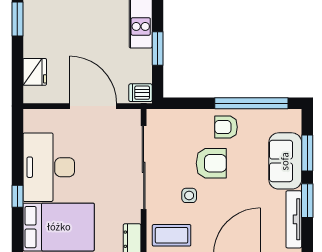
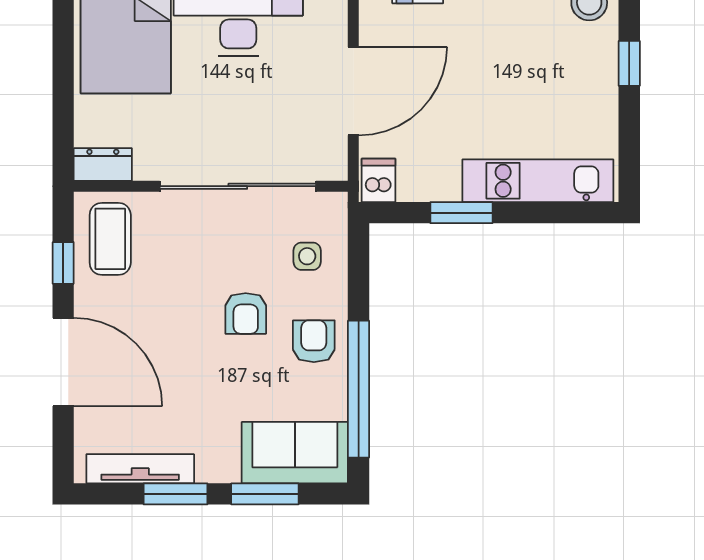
sofa: (285, 161) -> (295, 453), moved
armchair: (211, 163) -> (246, 313), width x0.72, depth x0.72
side table: (189, 195) -> (307, 256), moved

